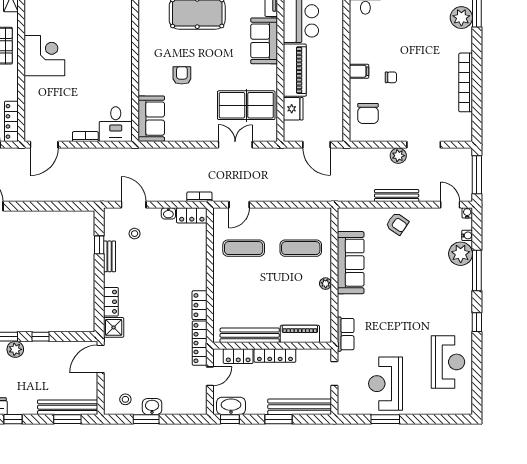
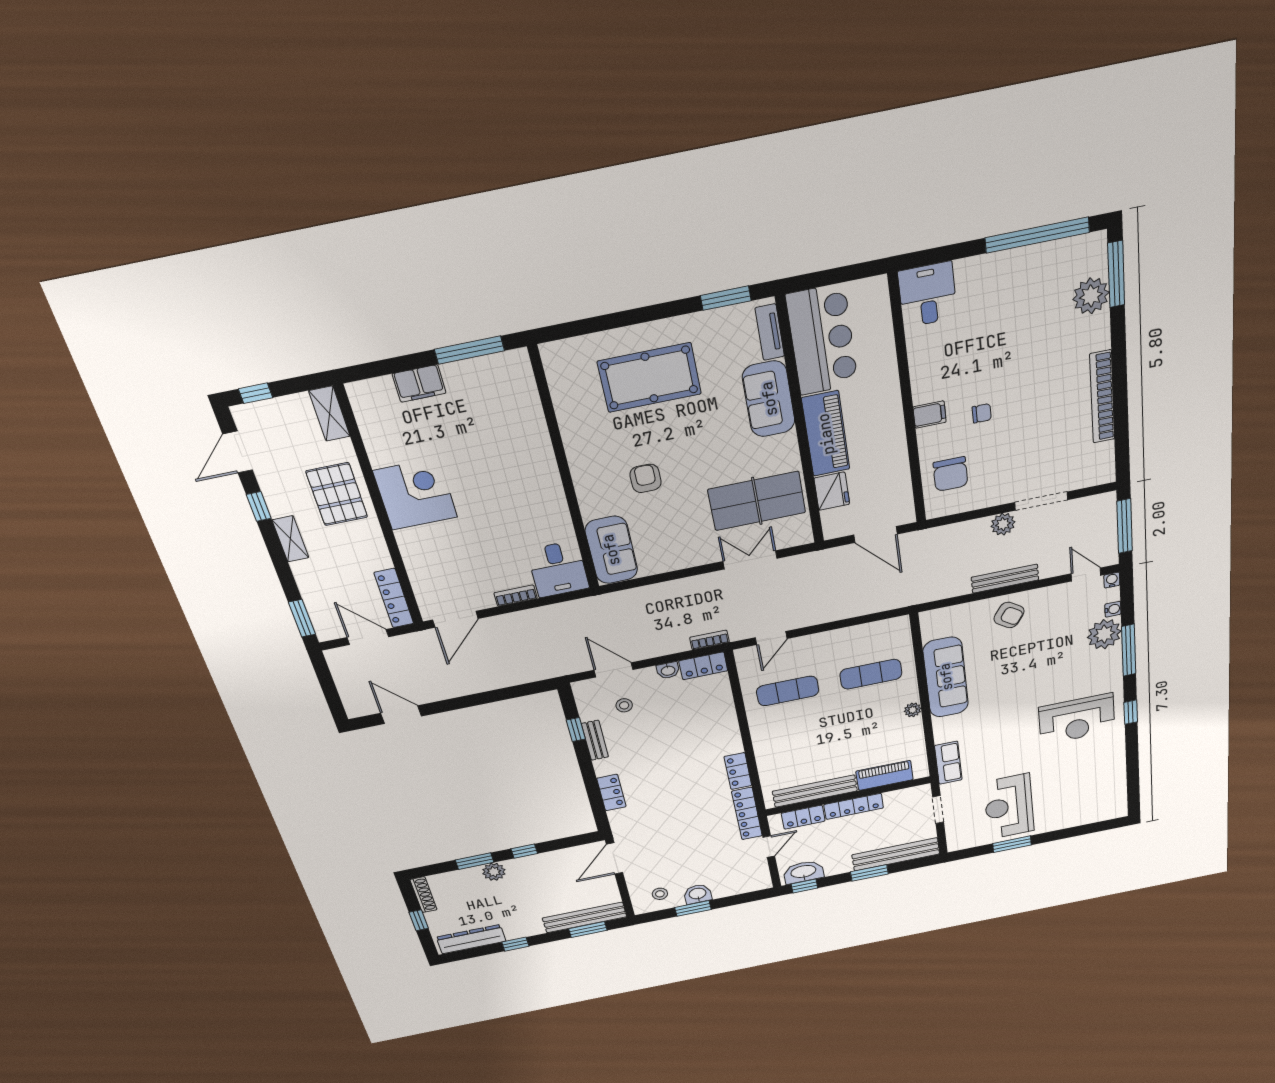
shower: (114, 327) -> (623, 821), removed
reception desk: (448, 362) -> (1077, 719), moved, turned 90

